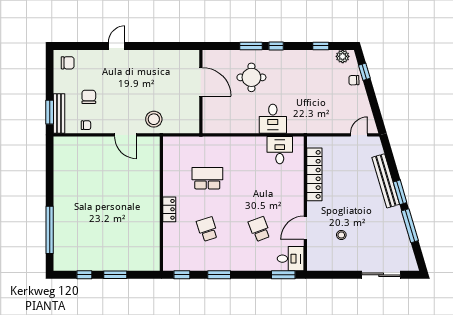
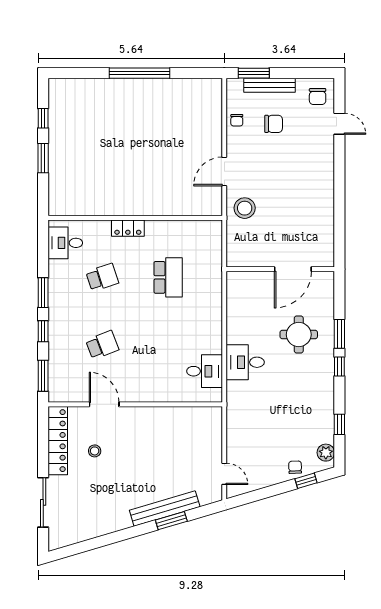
door: (117, 46) -> (339, 124), moved
bench: (59, 113) -> (269, 85), moved
locker: (314, 174) -> (58, 441), moved, turned -90
window: (400, 192) -> (171, 521), moved
window: (410, 226) -> (107, 540), removed
window: (50, 230) -> (140, 73), moved
desk: (291, 259) -> (65, 243), moved, turned 90
window: (182, 275) -> (43, 331), moved

